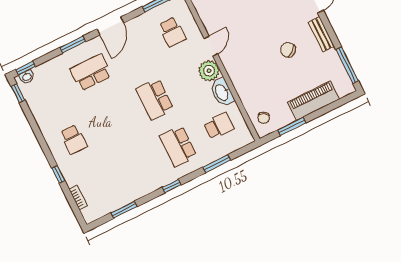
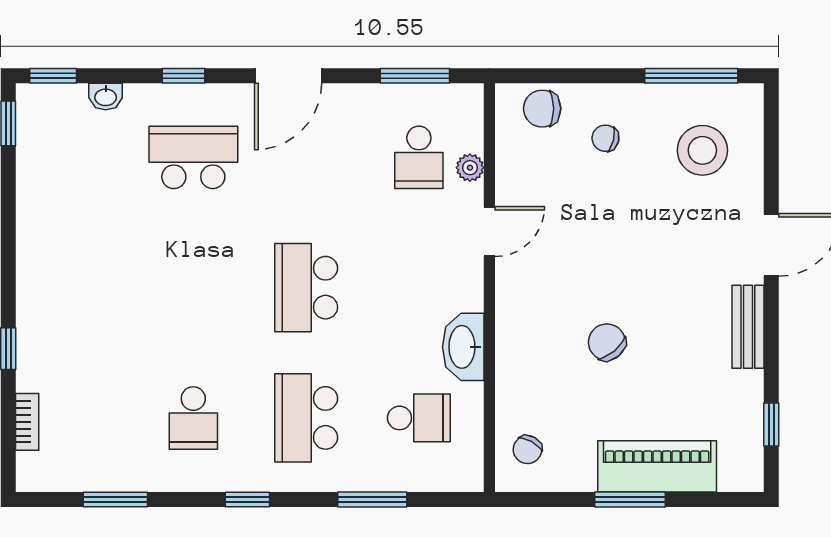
window: (73, 45) -> (183, 76), width x0.67
chair: (288, 50) -> (607, 342), moved
window: (347, 65) -> (771, 425), width x0.46
plant: (209, 71) -> (470, 168), moved, width x0.53, depth x0.53
washbasin: (27, 77) -> (106, 97), moved
window: (292, 126) -> (630, 500), moved
school desk: (73, 139) -> (193, 418), moved

